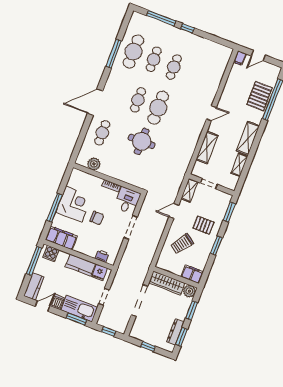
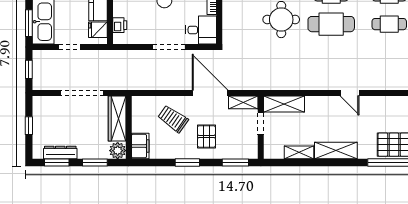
shelving: (207, 147) -> (284, 104), moved
door: (174, 211) -> (210, 93), width x1.88

